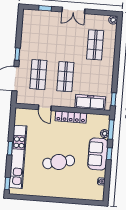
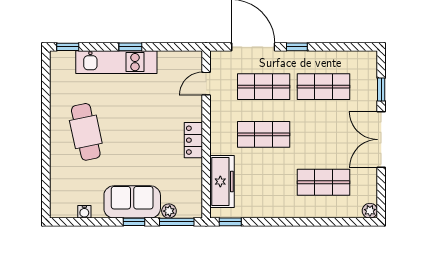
double door: (73, 10) -> (381, 140), width x1.37
shop shelf: (41, 41) -> (324, 87), added
door: (45, 108) -> (206, 84), moved
locker: (71, 117) -> (193, 140), width x0.66
kitchen unit: (18, 157) -> (116, 62), width x0.73
cafe table: (59, 162) -> (86, 132), moved

